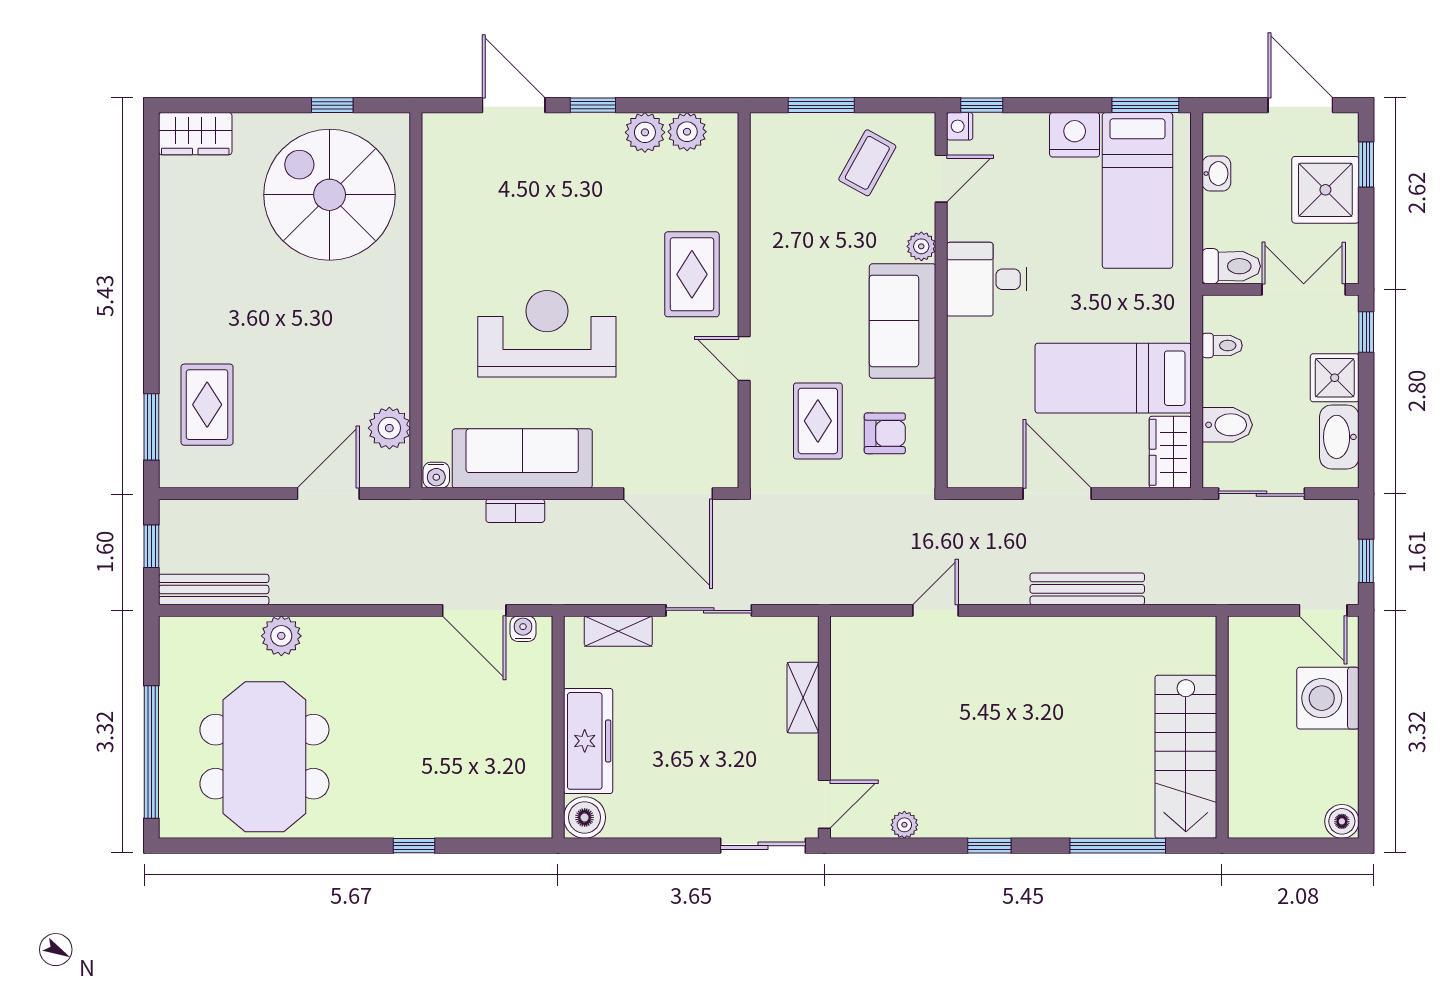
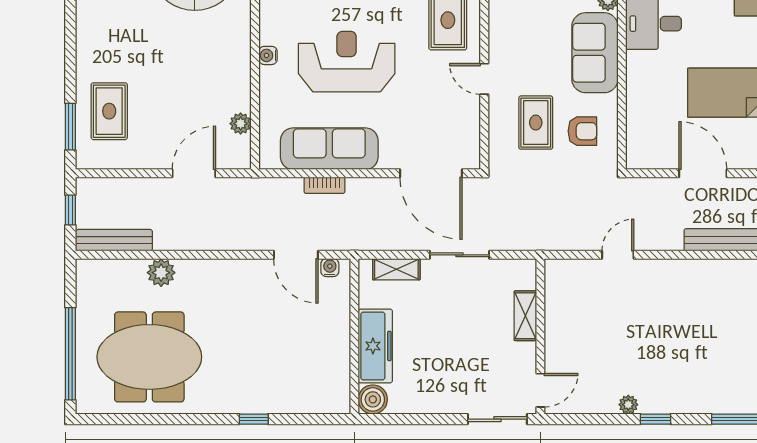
plant: (389, 428) -> (241, 124), width x0.73, depth x0.73
water cooler: (436, 475) -> (268, 55), moved, turned 90
meeting table: (264, 757) -> (149, 357), turned 90
plant: (904, 825) -> (628, 405), moved

